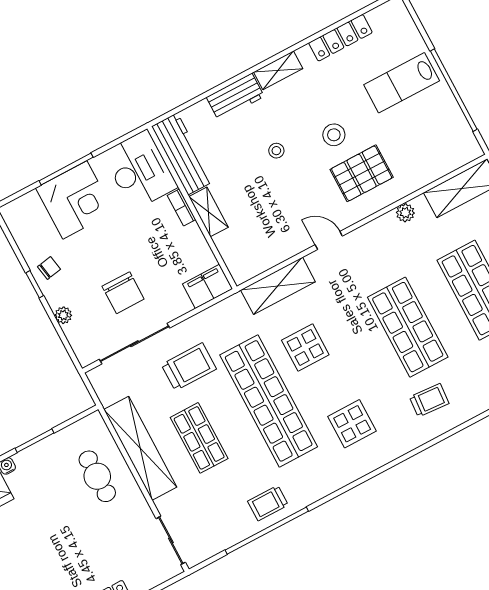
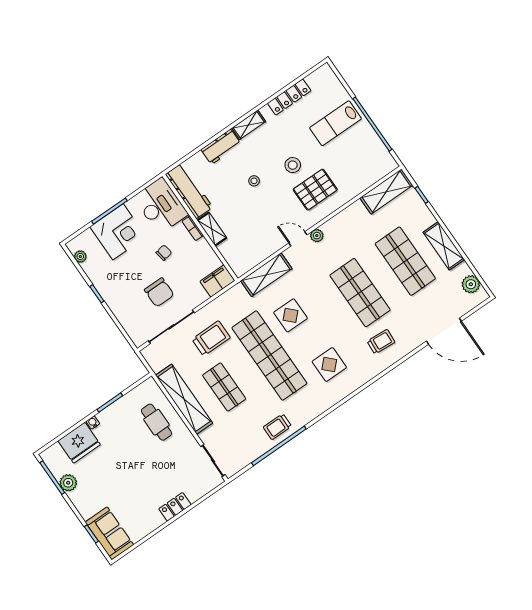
plant: (405, 213) -> (317, 236), moved
chair: (49, 268) -> (164, 253), moved
plant: (63, 315) -> (80, 256), moved

